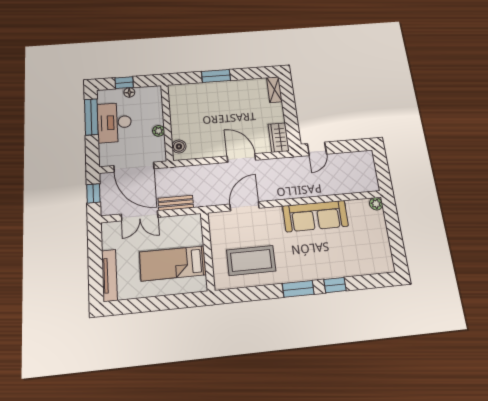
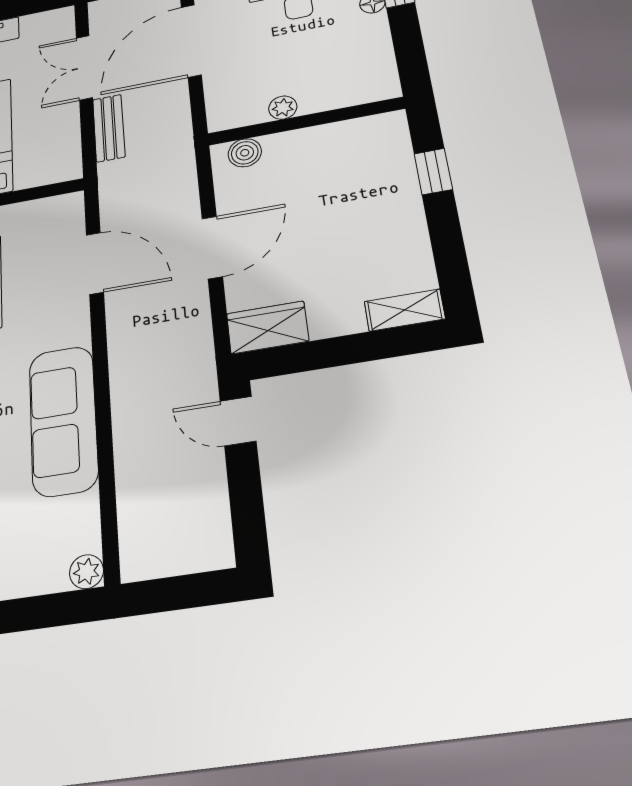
window: (216, 76) -> (433, 171), width x0.67
wall: (167, 122) -> (305, 121), moved
plant: (159, 131) -> (283, 108), moved
boiler: (179, 146) -> (245, 153), moved

